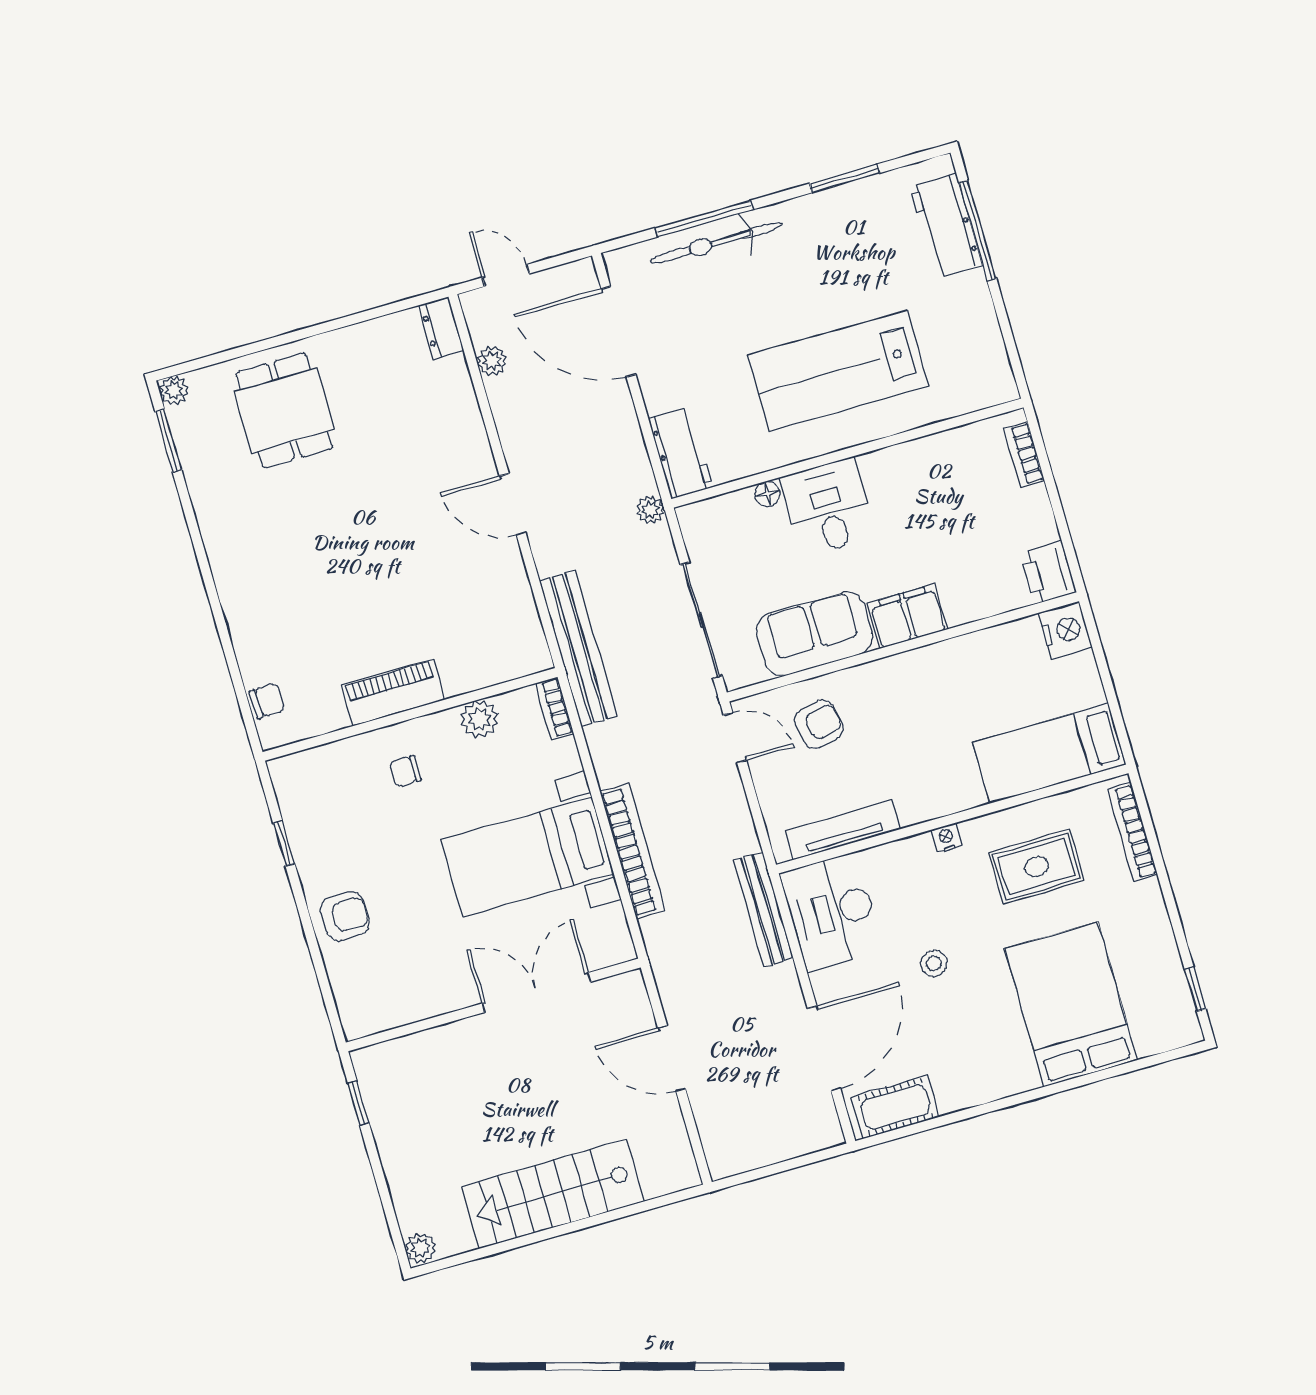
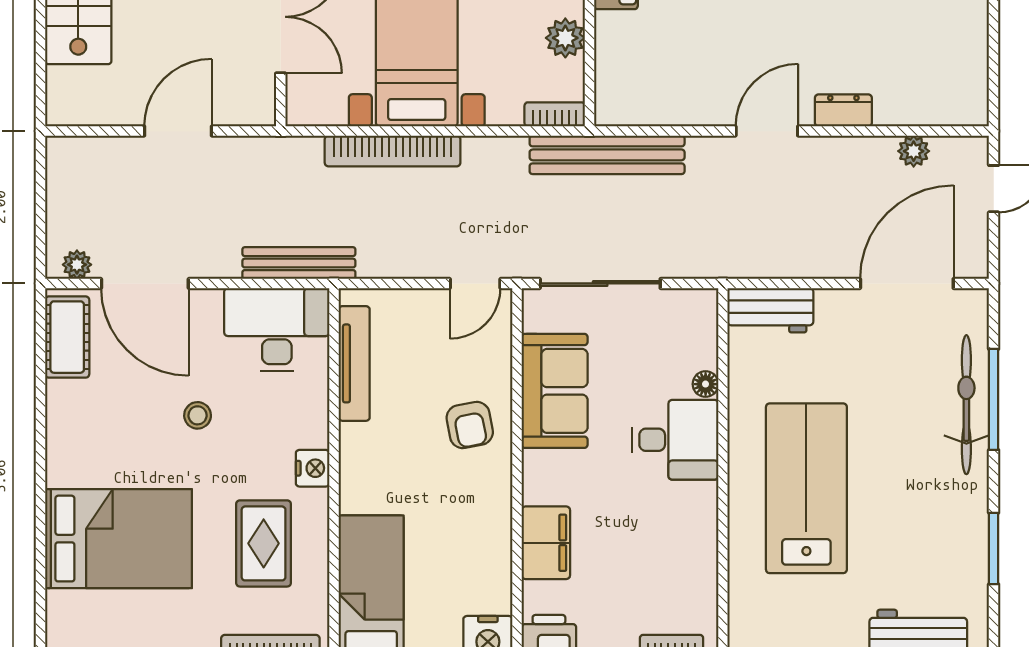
dresser: (441, 328) -> (843, 110), moved
plant: (650, 510) -> (77, 265), moved
filing cabinet: (908, 616) -> (546, 543), moved
armchair: (819, 724) -> (470, 425), moved
nightstand: (947, 838) -> (313, 468), width x1.39, depth x1.35

